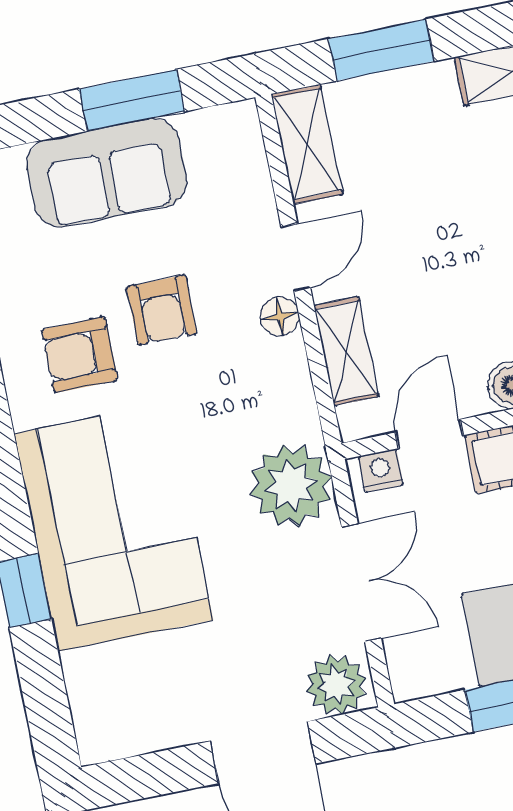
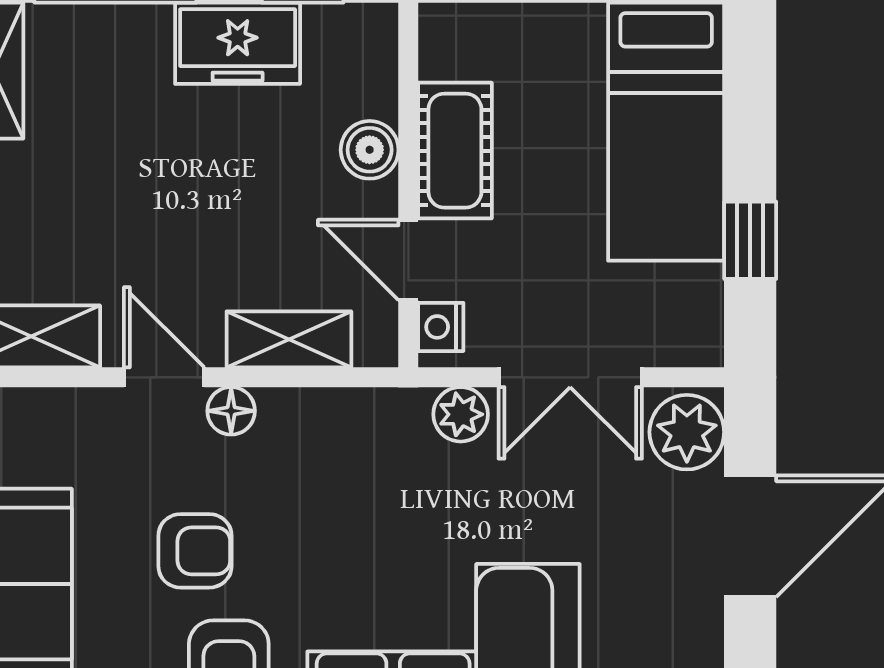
plant: (291, 486) -> (461, 414), width x0.53, depth x0.53
double door: (361, 583) -> (570, 377), swing flipped

